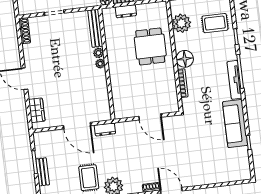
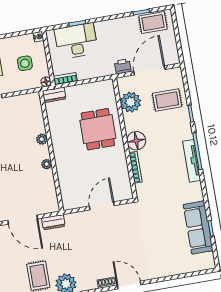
dresser: (126, 11) -> (54, 95), moved
bench: (95, 28) -> (37, 112), removed
plant: (100, 64) -> (47, 164), moved
door: (150, 117) -> (102, 206), swing flipped
sofa: (235, 124) -> (198, 228), moved

